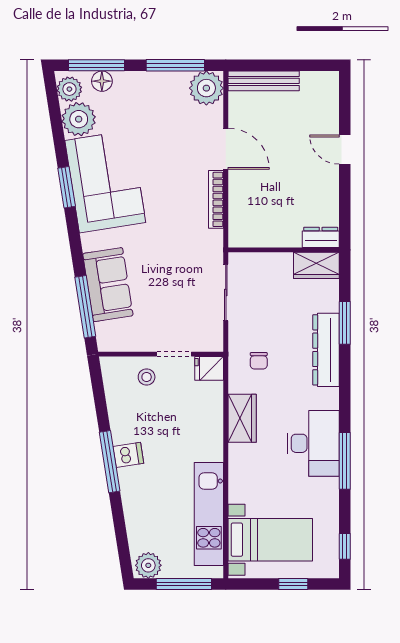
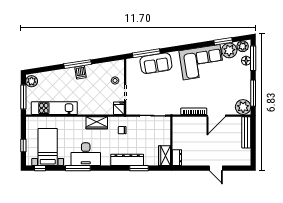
door: (345, 150) -> (216, 168), swing flipped
window: (67, 187) -> (223, 41), moved
bed with nightstands: (270, 540) -> (48, 147), moved, turned 180

